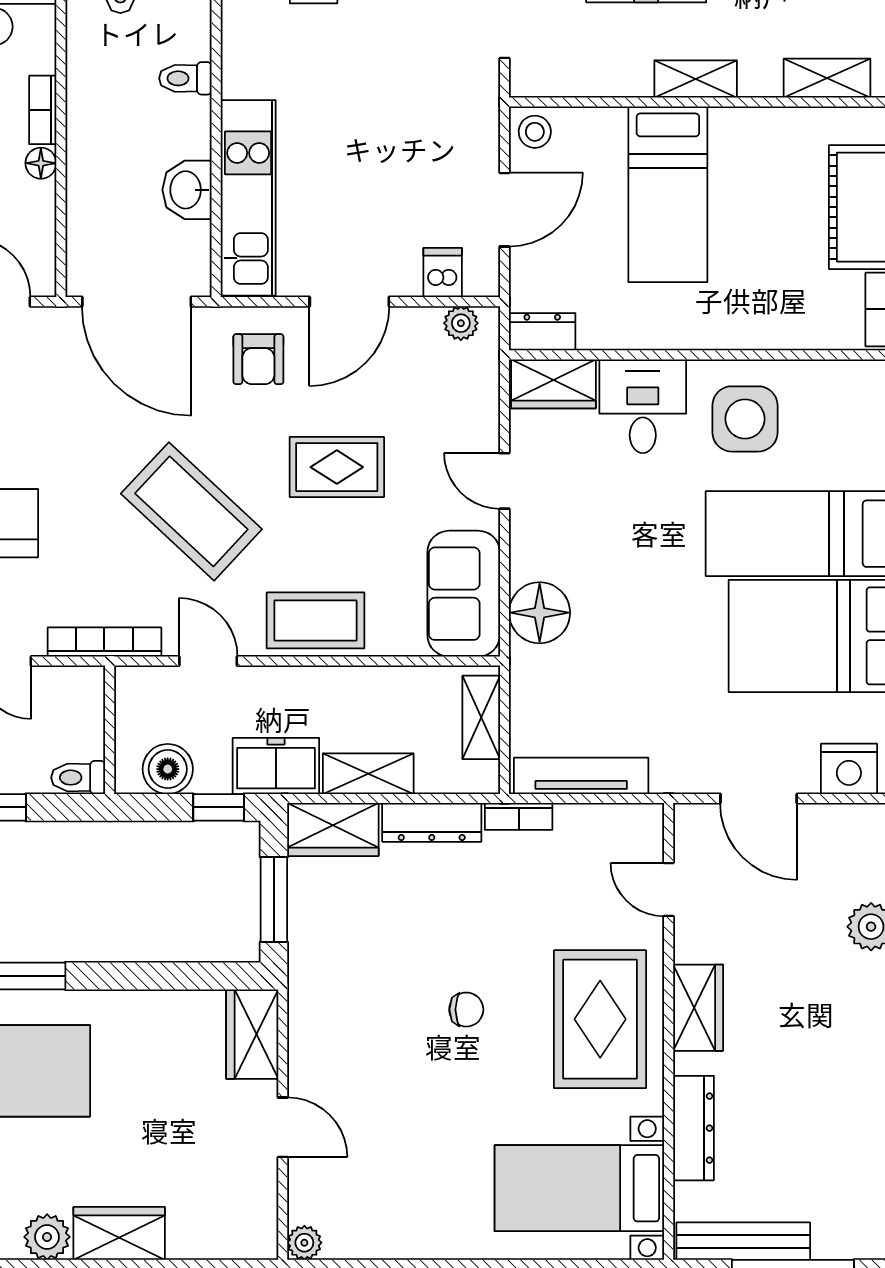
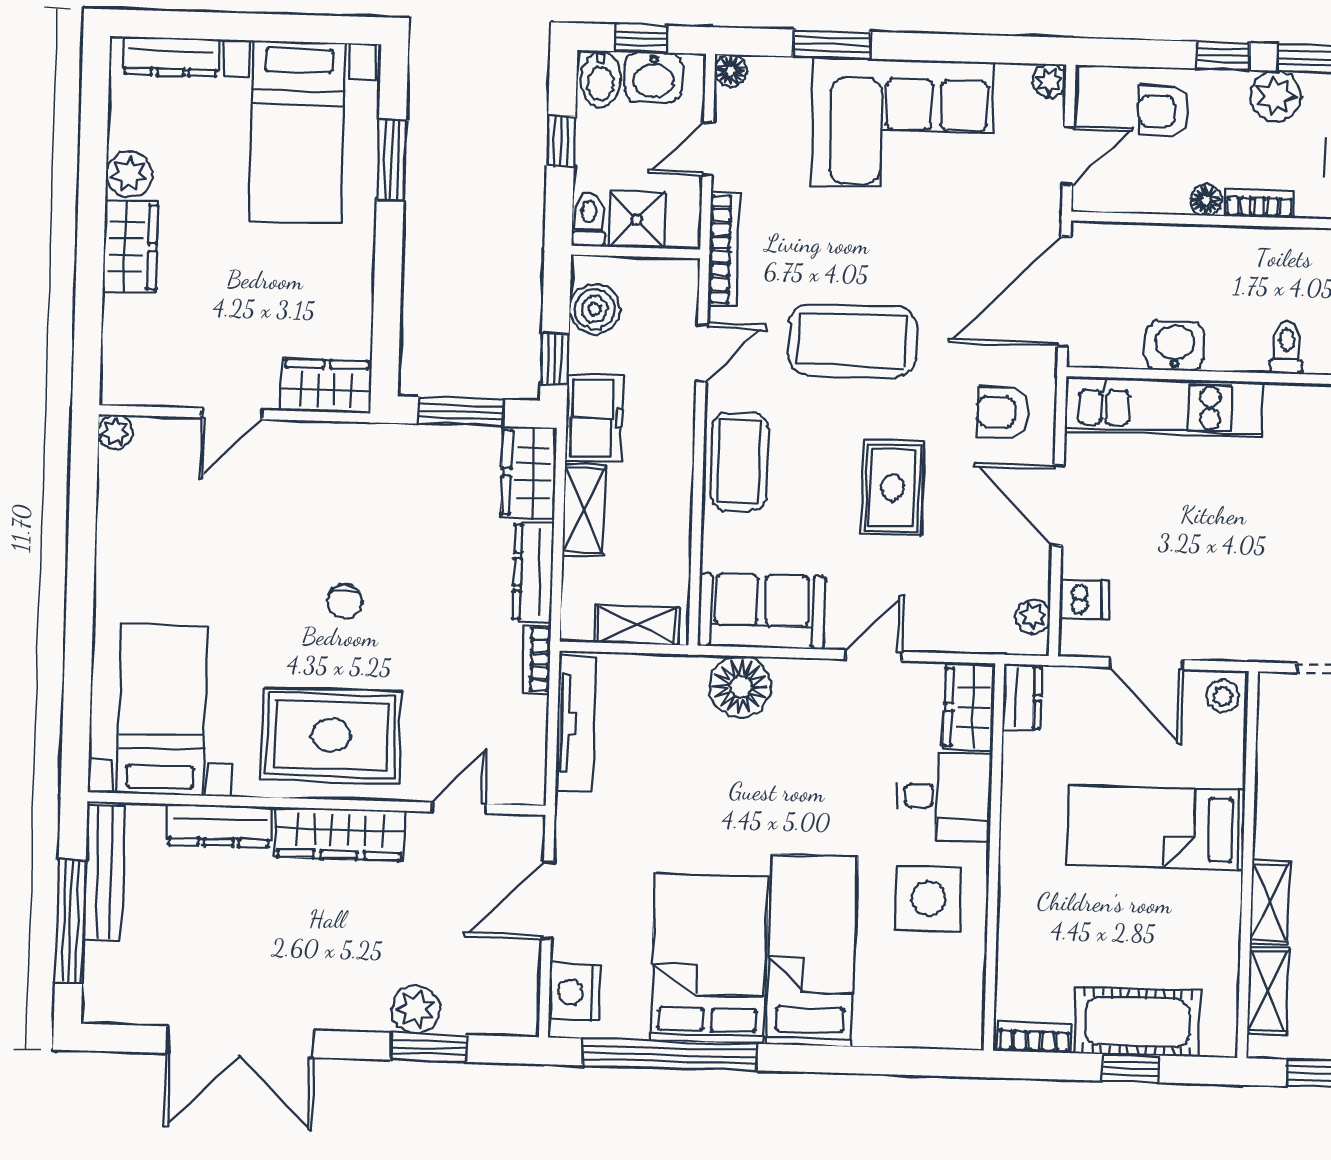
shelving: (696, 79) -> (1270, 902), moved
coffee table: (191, 511) -> (852, 341), turned 47
shower: (77, 730) -> (637, 220), added
wardrobe: (698, 1008) -> (340, 834), width x1.50

